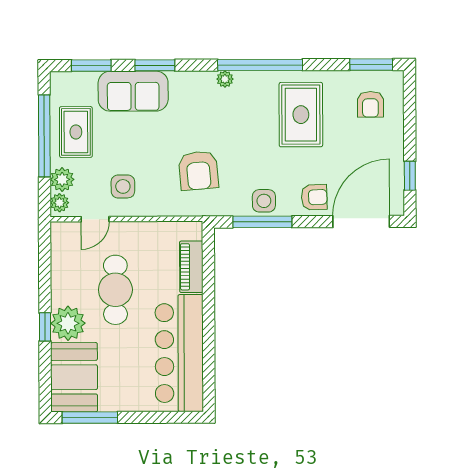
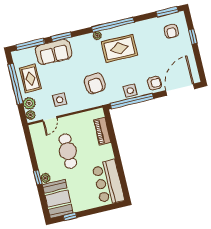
window: (91, 66) -> (30, 44), width x1.44
rug: (301, 115) -> (119, 48), moved, turned 90
window: (410, 176) -> (193, 37), moved
window: (262, 222) -> (132, 101), width x1.46
plant: (68, 323) -> (45, 178), width x0.53, depth x0.53
bar counter: (179, 353) -> (108, 182), width x0.73
window: (90, 418) -> (70, 217), width x0.46

